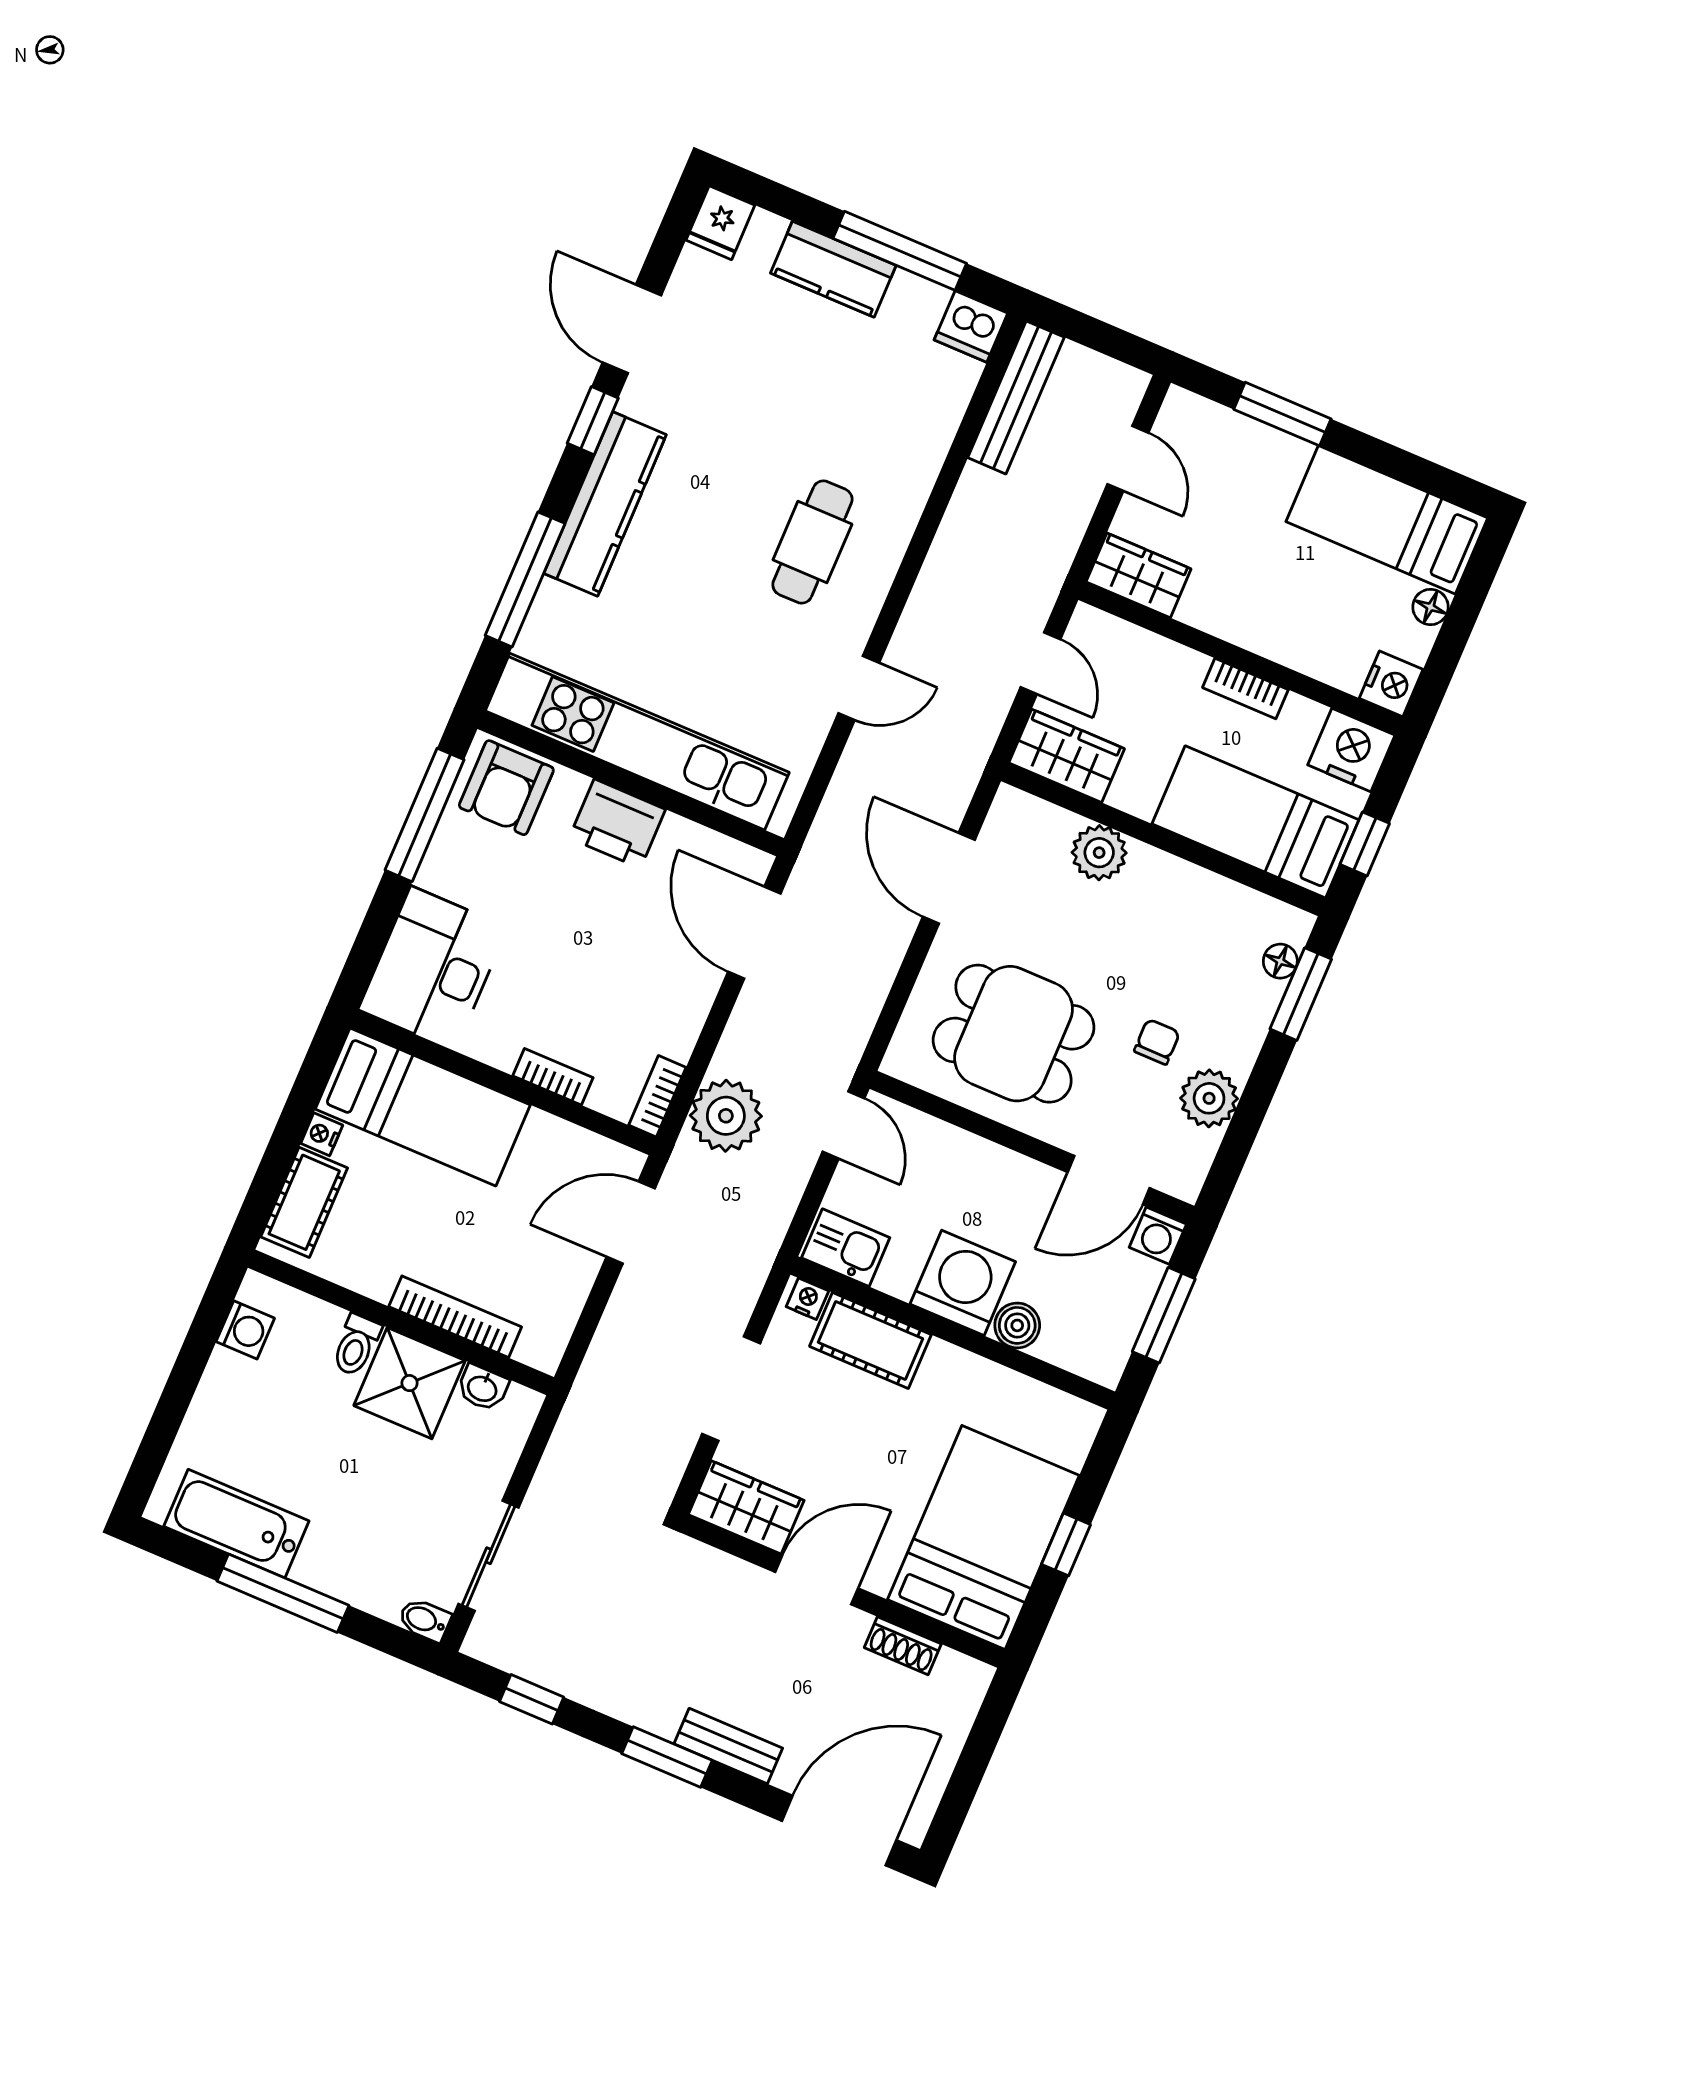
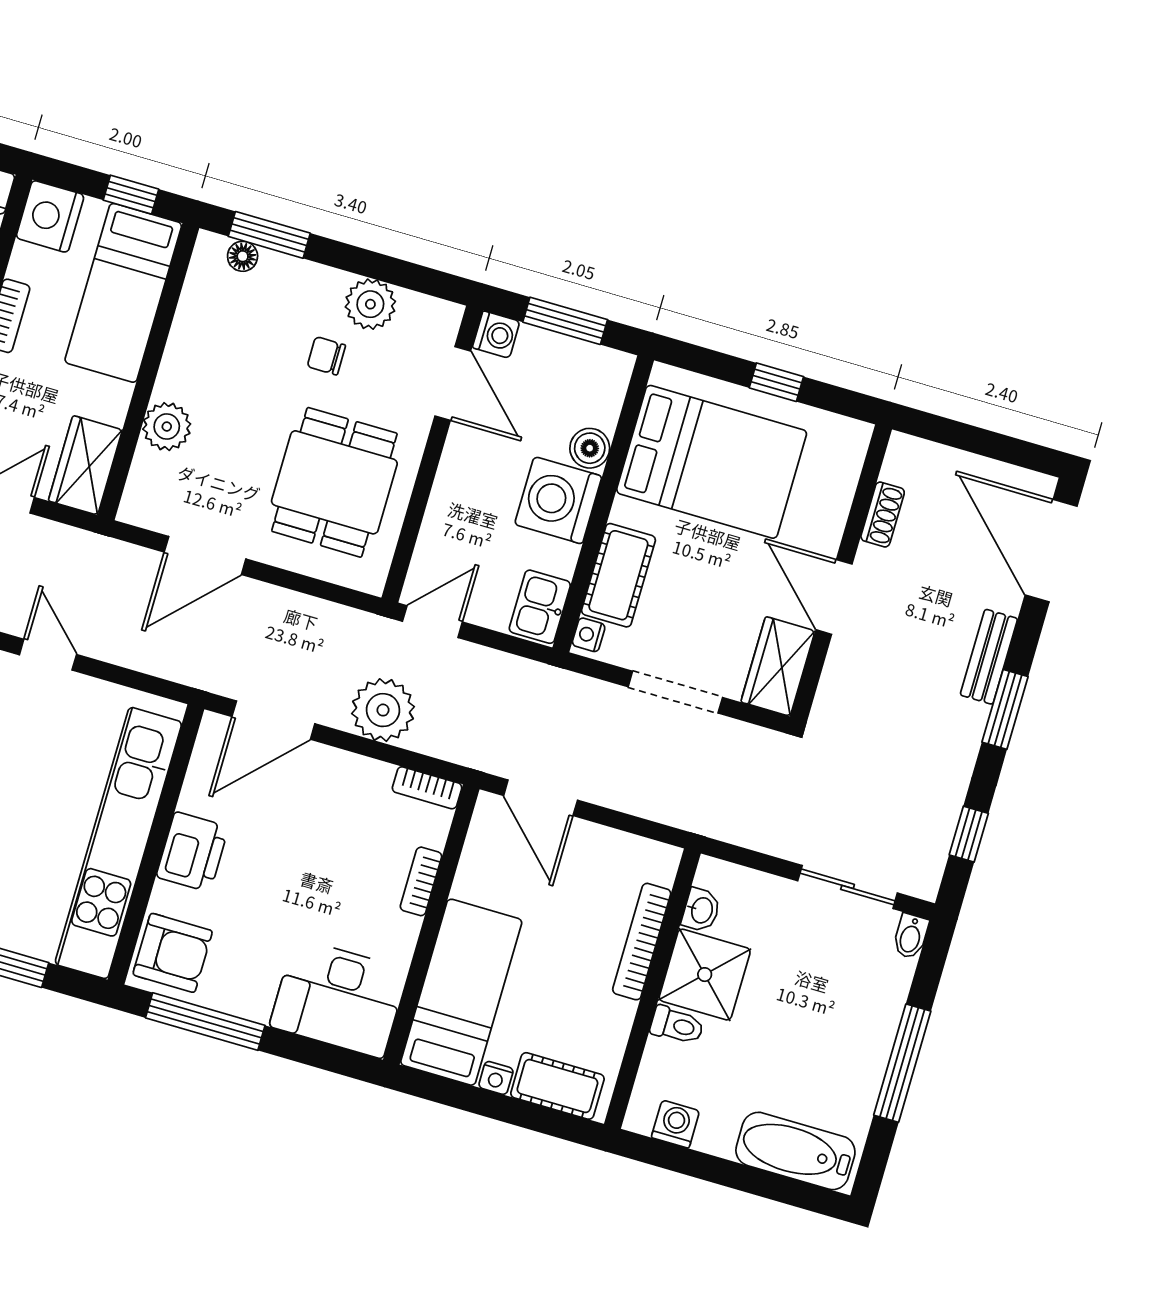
plant: (726, 1116) -> (383, 710), moved
bathtub: (236, 1524) -> (795, 1151), moved, turned 90
bed: (983, 1537) -> (712, 462), moved, turned 180

